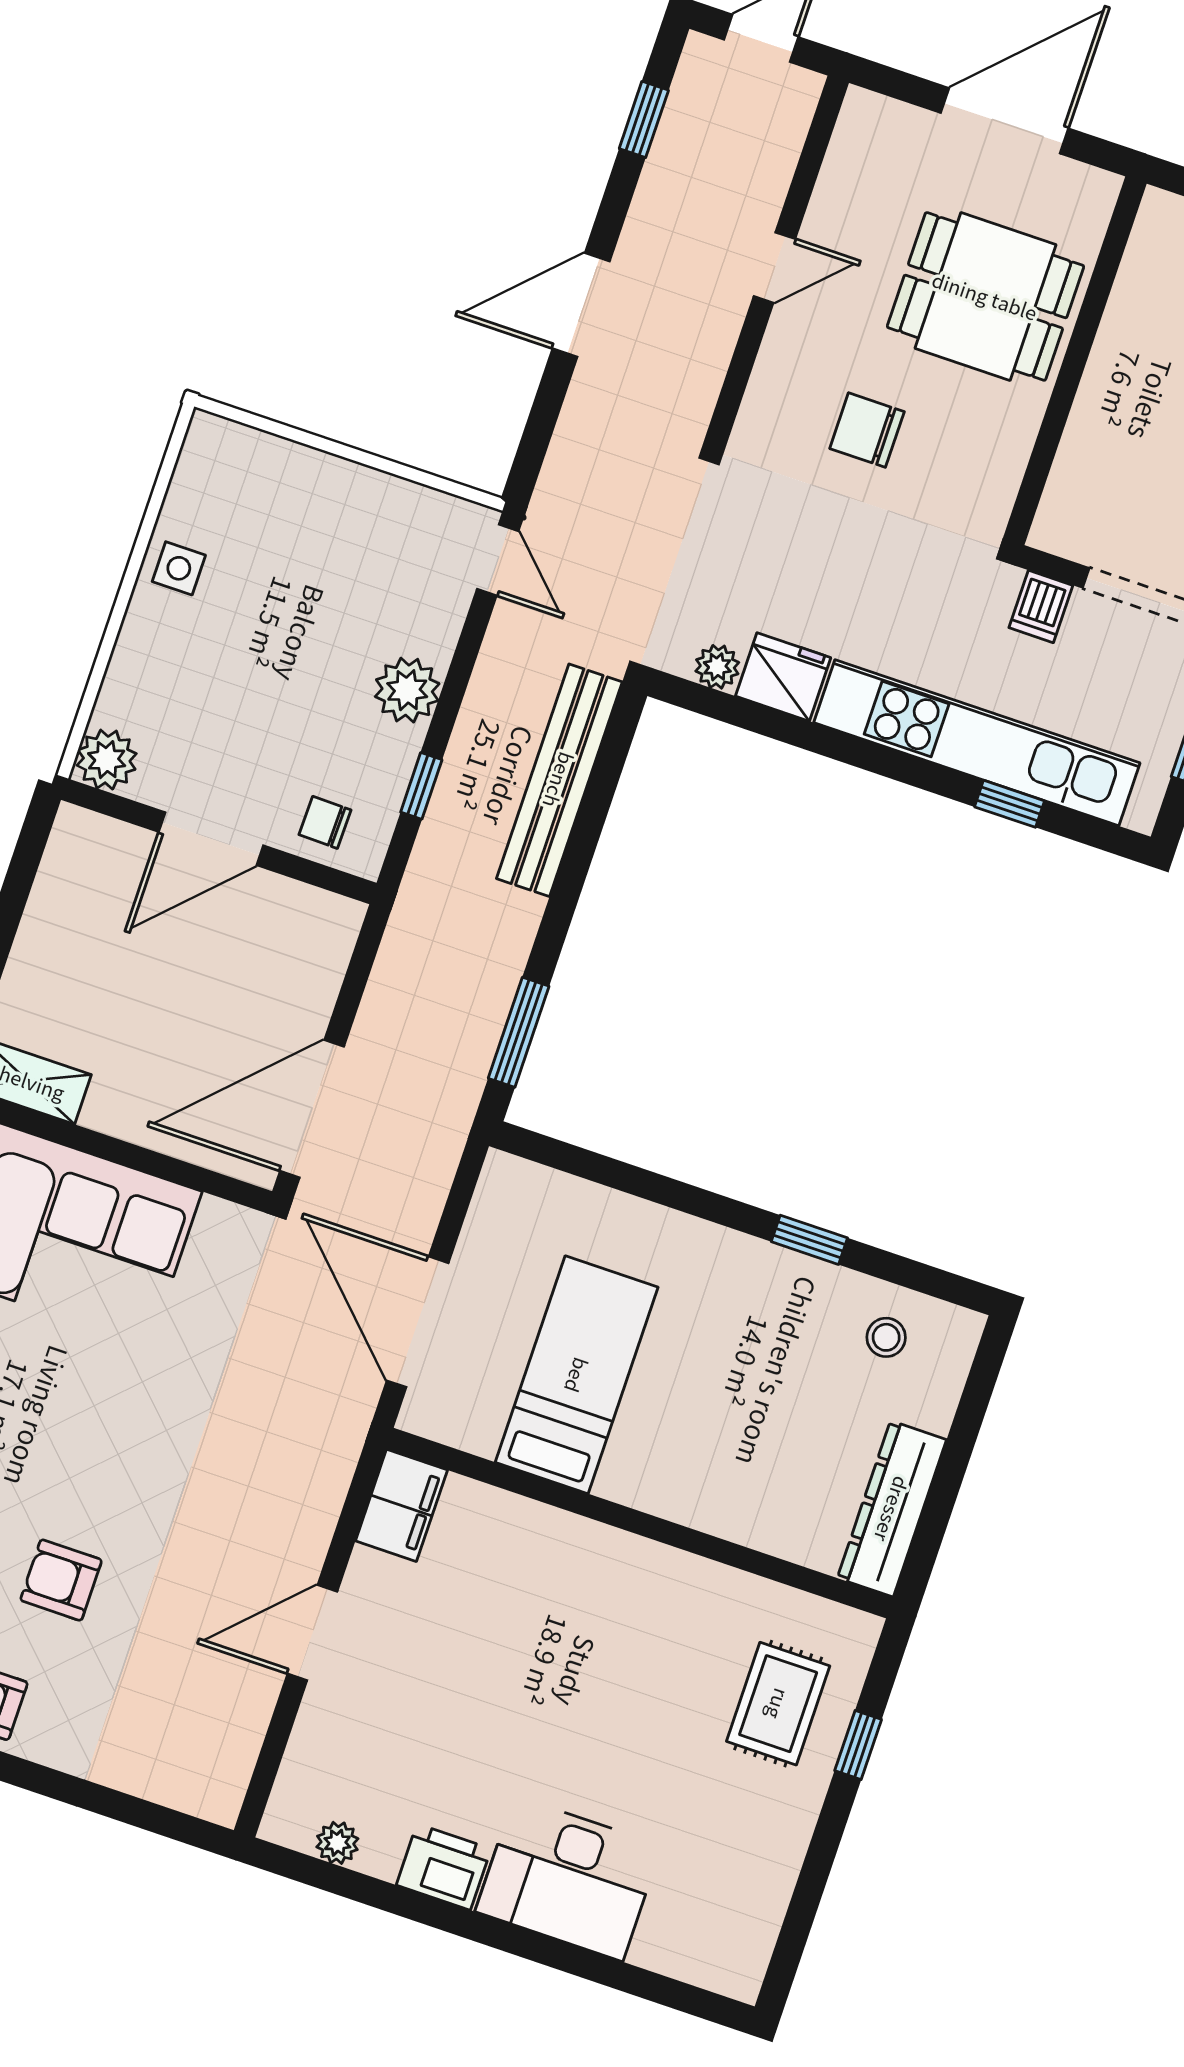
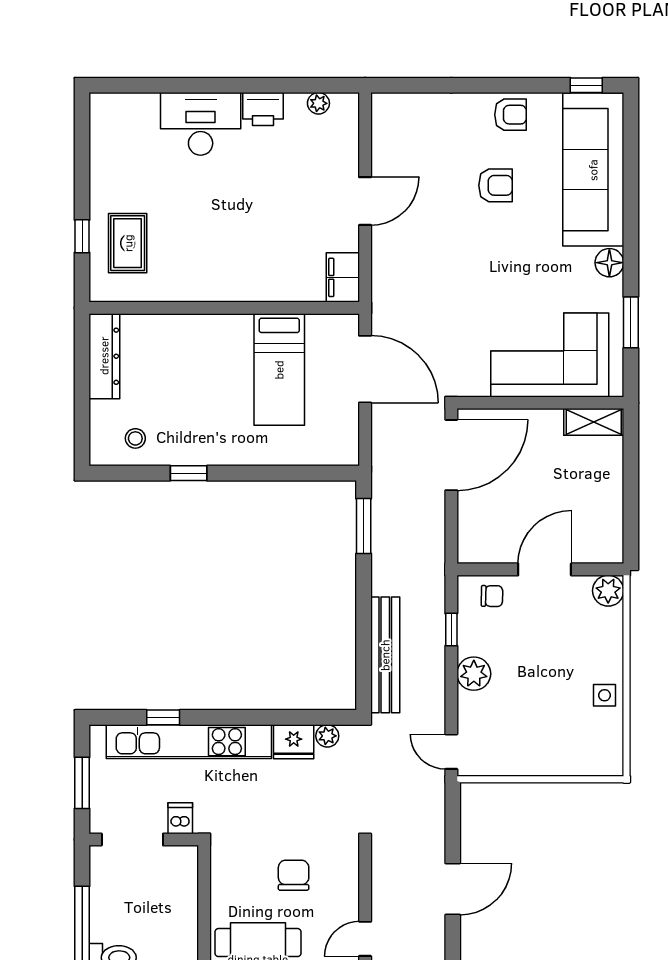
chair: (867, 430) -> (294, 875), turned -90

